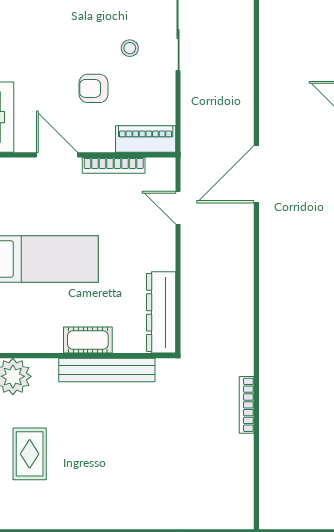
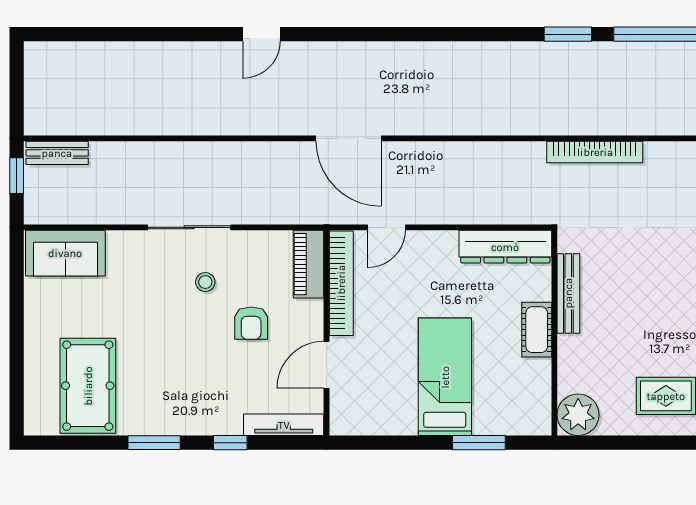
bookcase: (114, 165) -> (341, 283), width x1.48, depth x1.31
bench: (107, 370) -> (568, 293), width x0.73, depth x0.82
bookcase: (247, 405) -> (595, 152), width x1.48, depth x1.31

